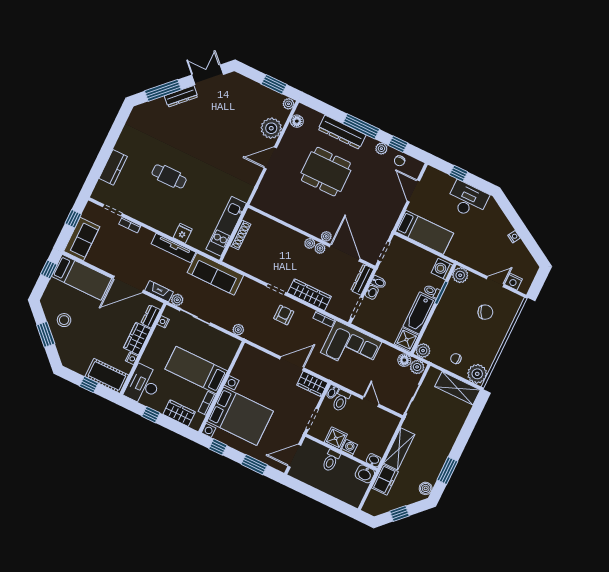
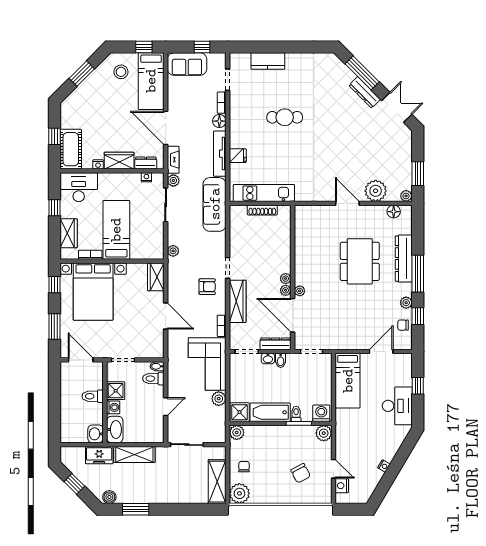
cafe table: (169, 176) -> (285, 117), turned 90
door: (345, 253) -> (293, 315), swing flipped
stool: (64, 320) -> (121, 72), moved
floor lamp: (404, 360) -> (219, 121), moved
plant: (417, 367) -> (219, 399), moved
wardrobe: (312, 384) -> (156, 277), moved
washbasin: (374, 460) -> (115, 430), width x1.91, depth x1.45

